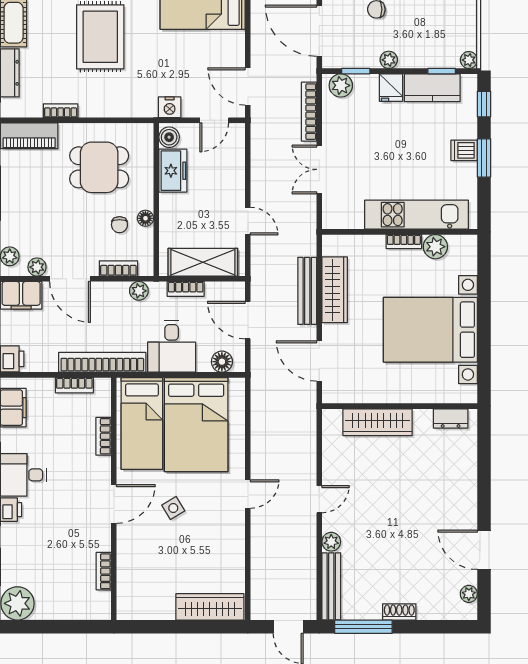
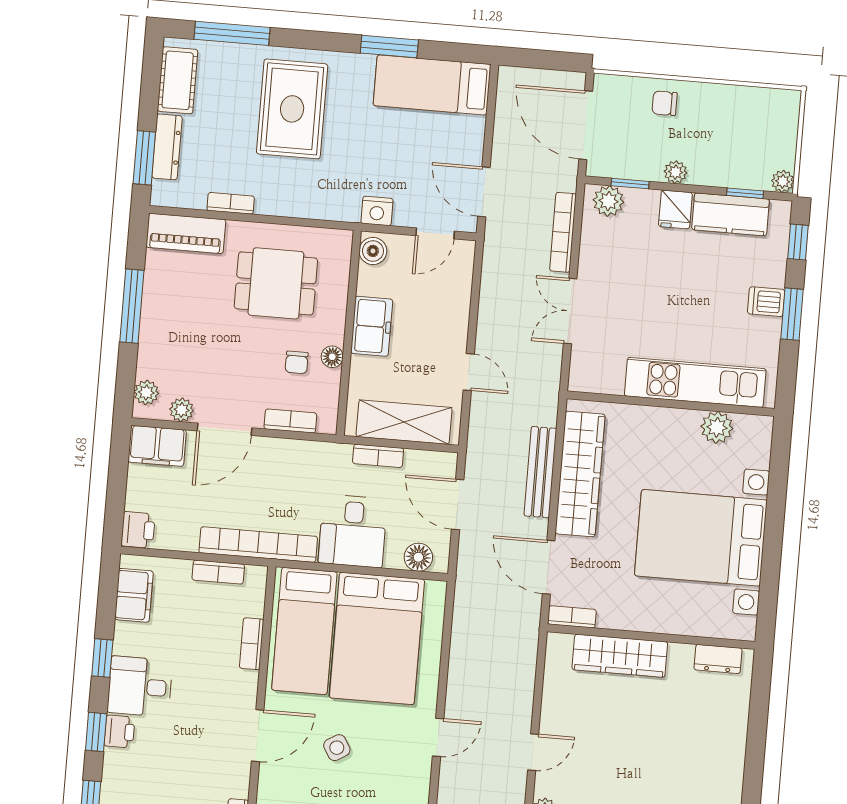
freezer: (173, 171) -> (372, 326), moved
bookcase: (404, 242) -> (572, 617), moved, turned 180
door: (70, 279) -> (225, 429), hinge flipped
wardrobe: (335, 290) -> (580, 474), width x1.40, depth x1.17
plant: (139, 291) -> (315, 453), removed

